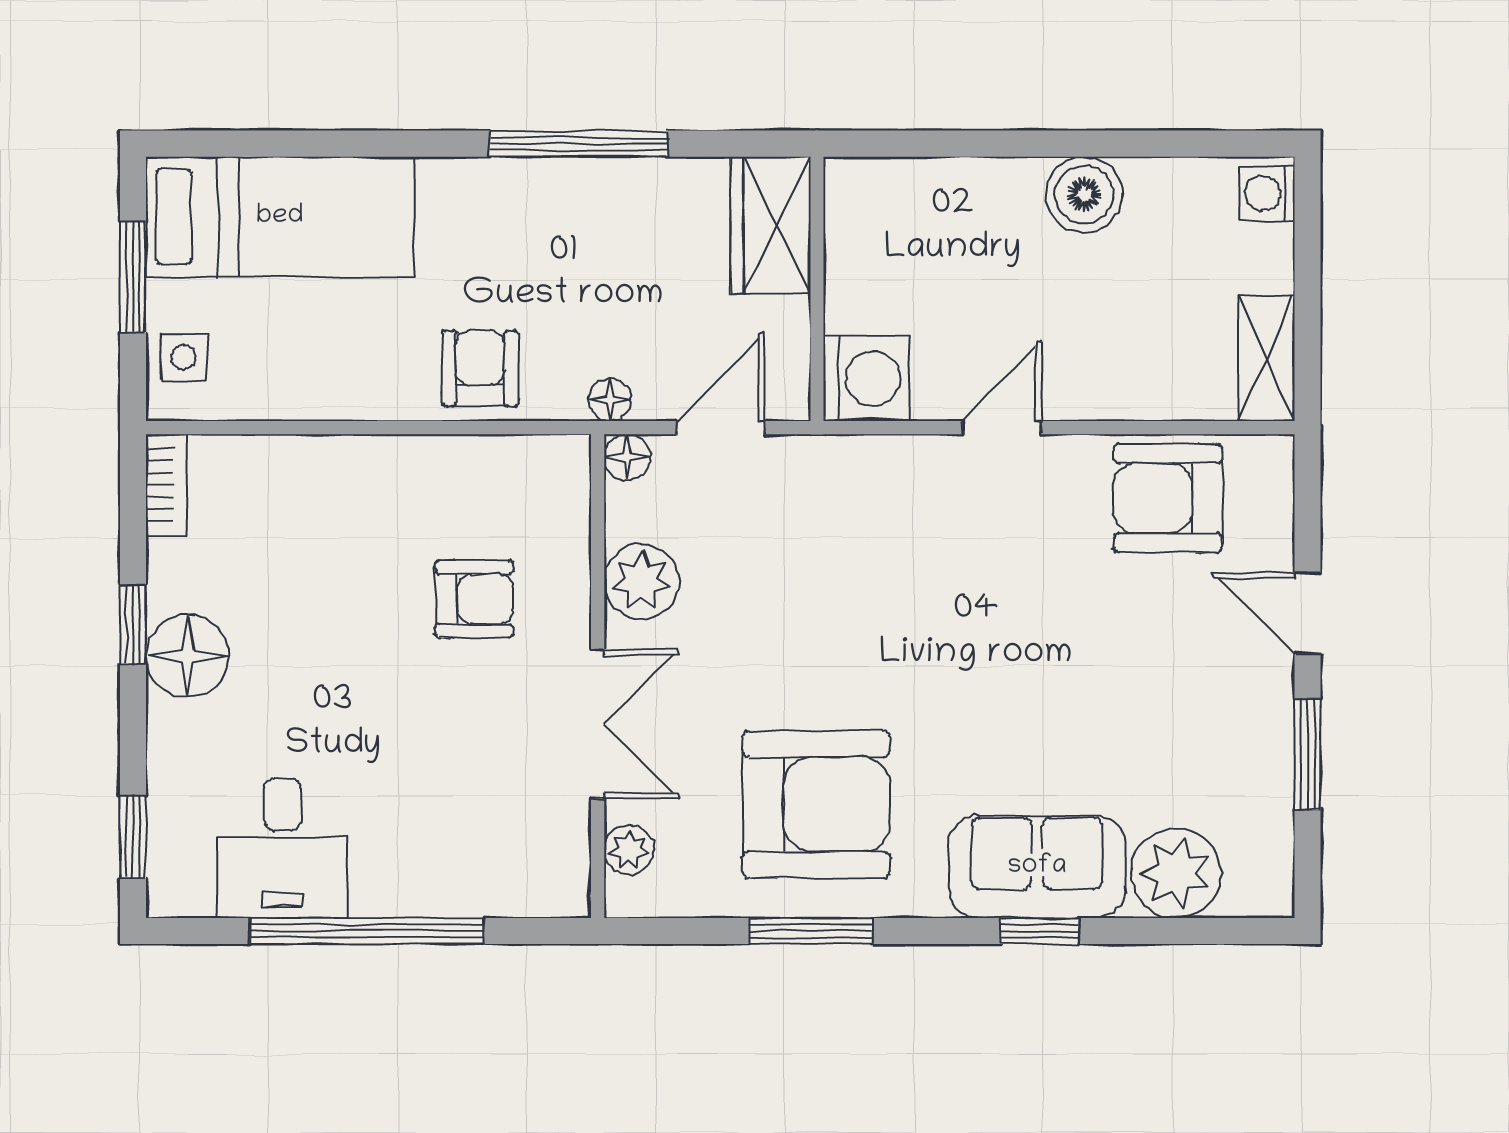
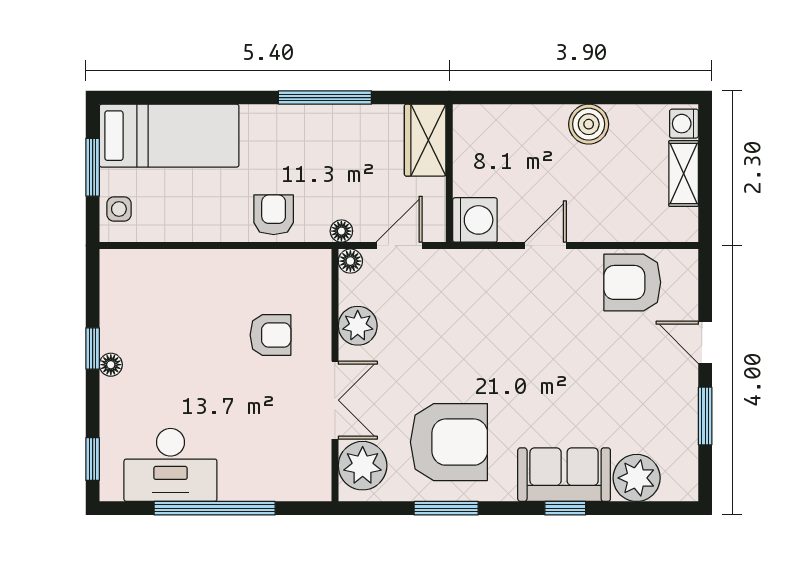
shelving: (1266, 358) -> (684, 174), moved
bookcase: (166, 485) -> (110, 275), removed
floor lamp: (187, 656) -> (111, 365), width x0.53, depth x0.53
desk: (282, 848) -> (170, 465), width x1.37
plant: (629, 850) -> (363, 466), width x1.88, depth x1.88

